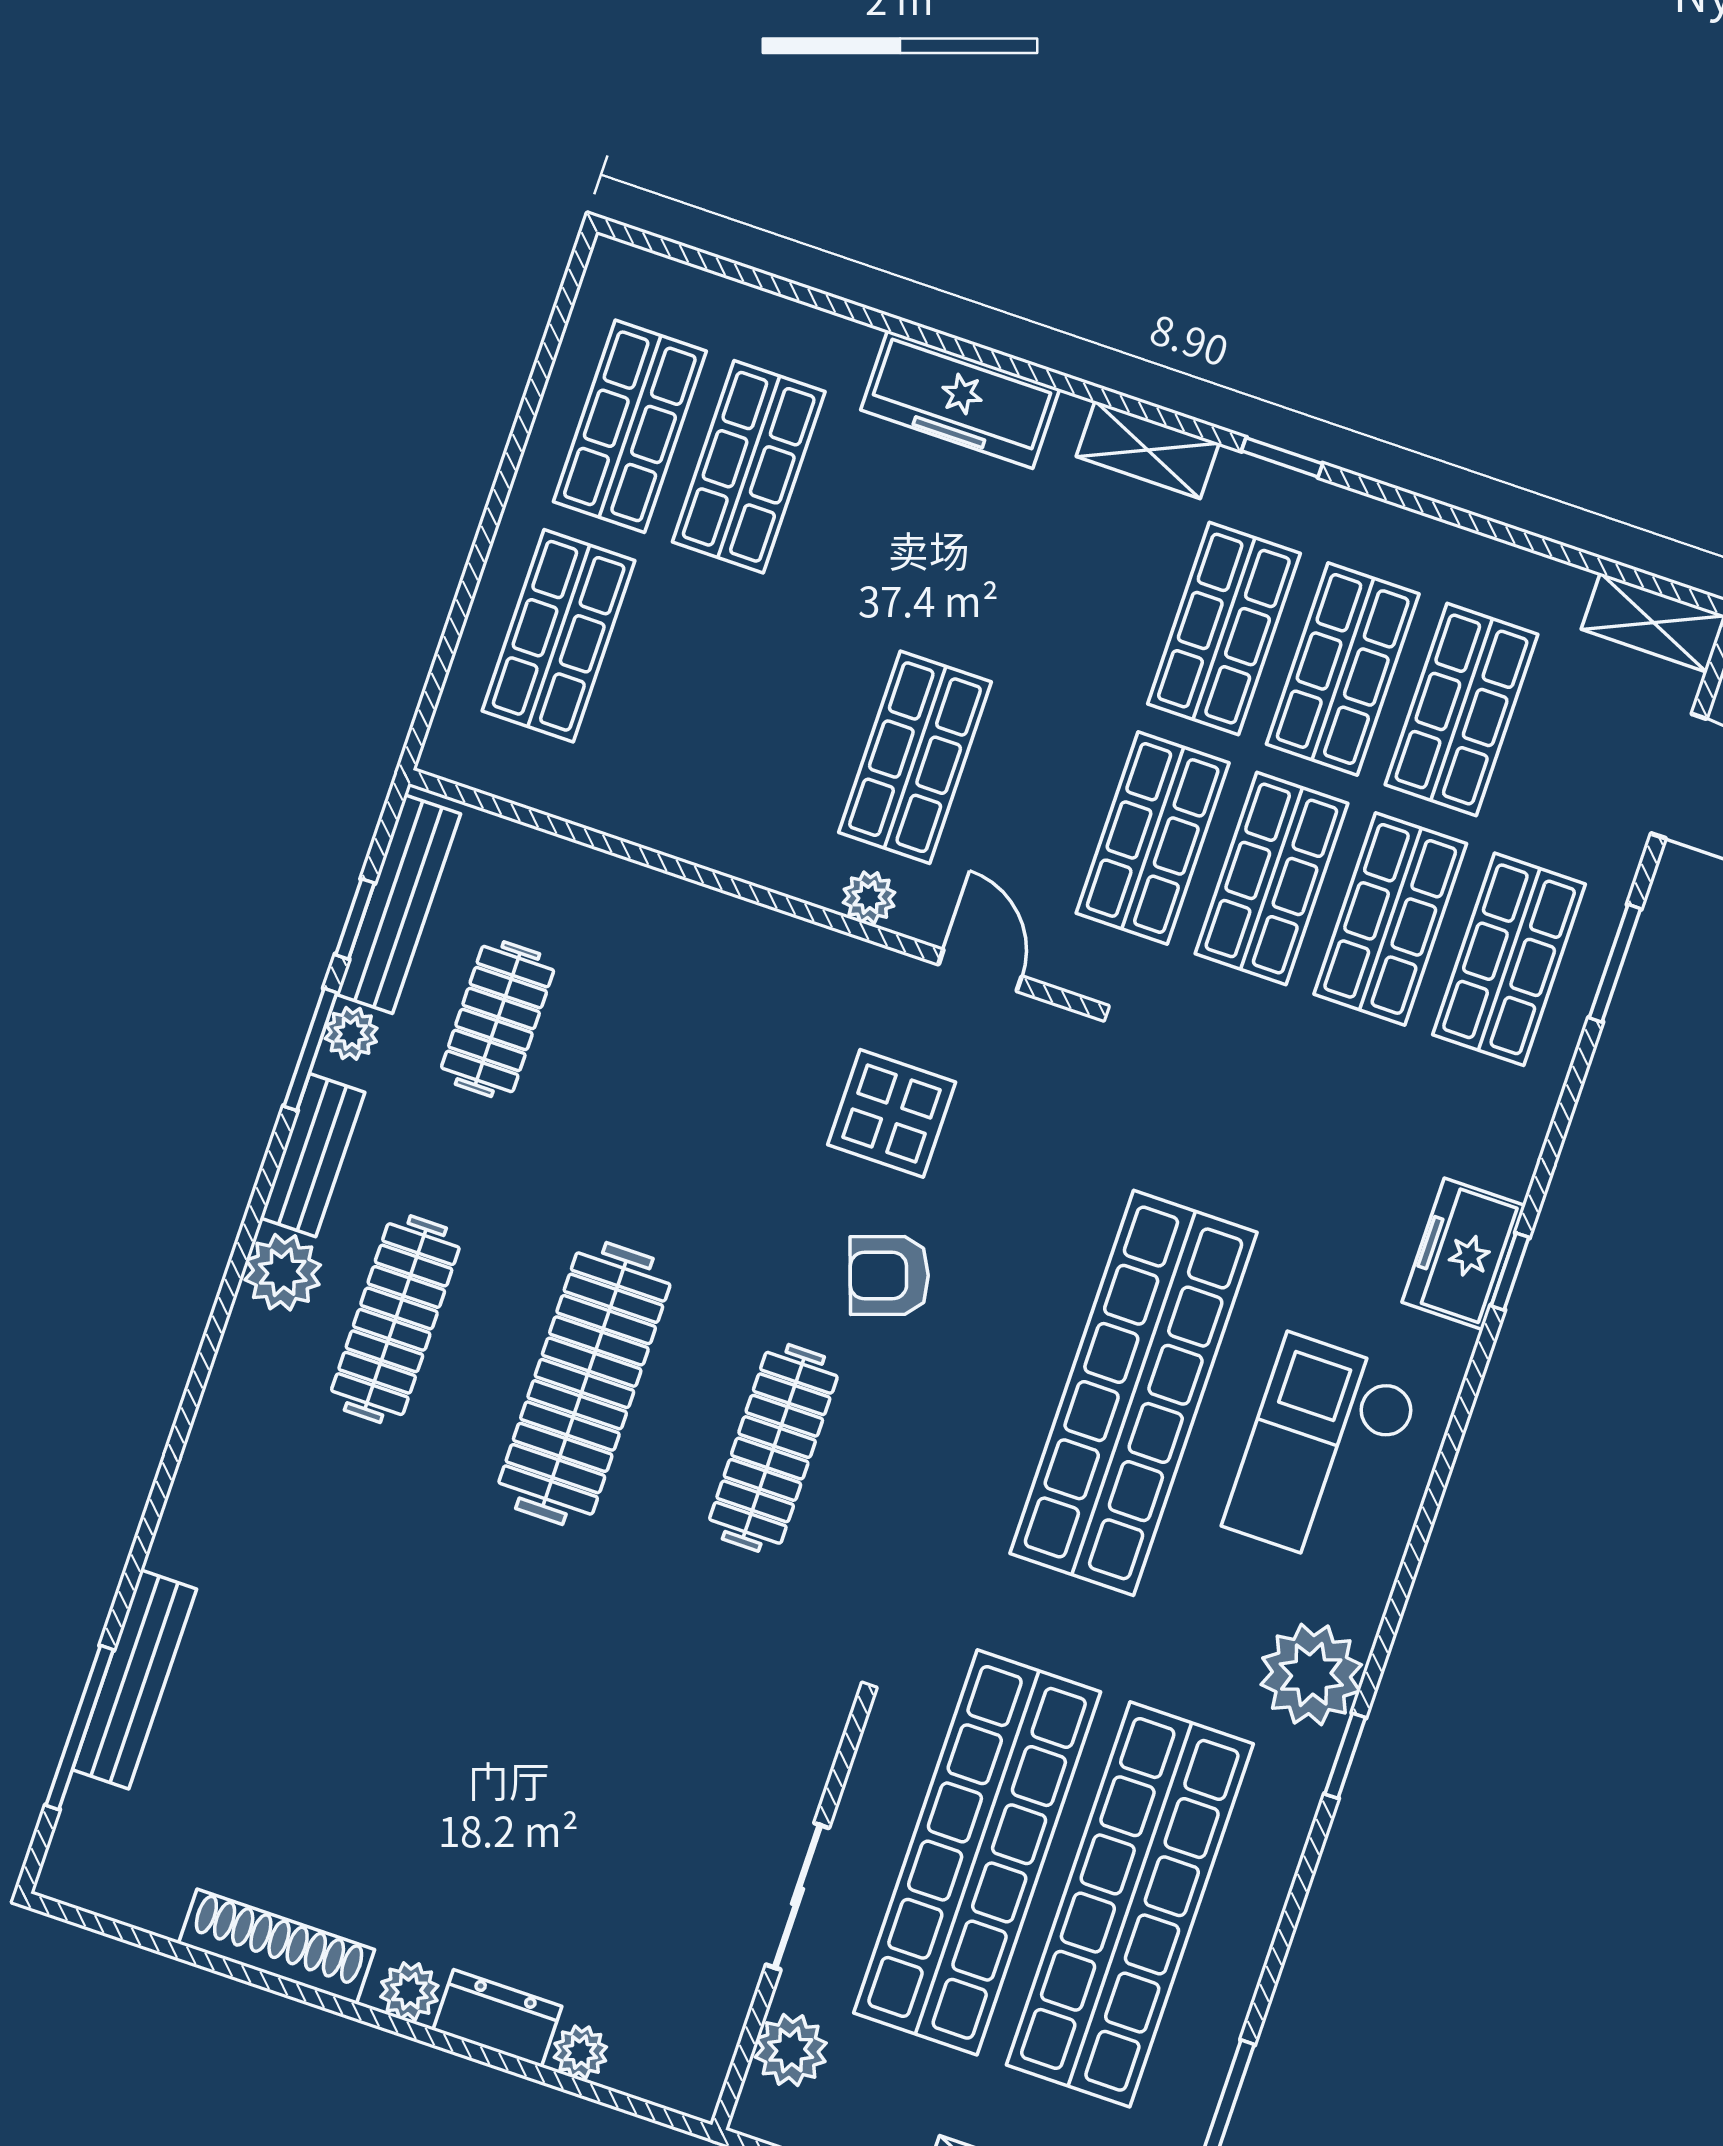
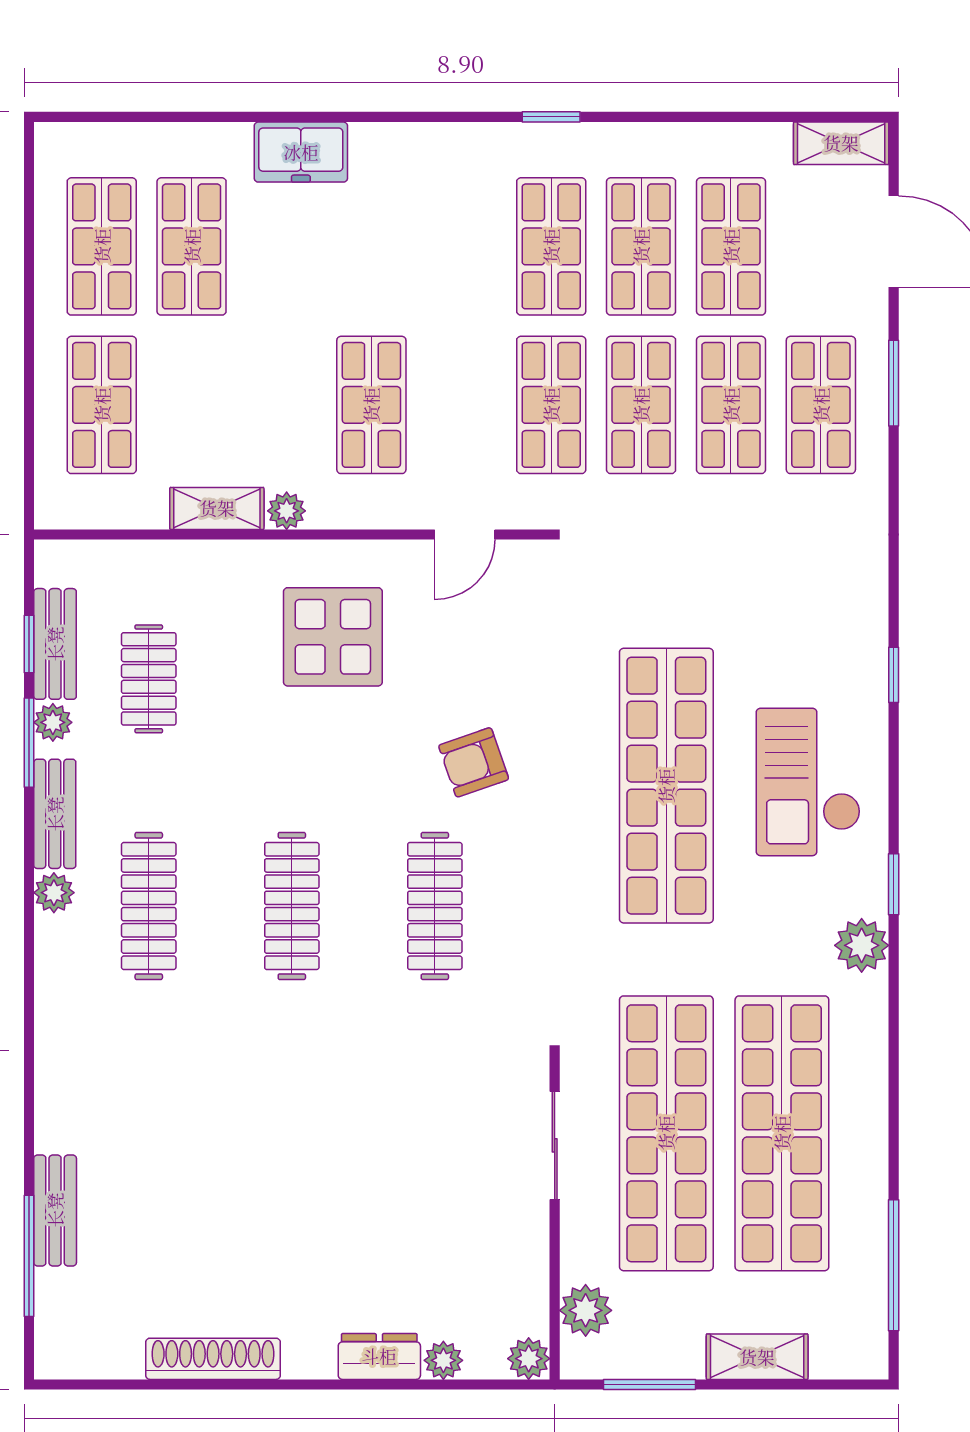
freezer: (960, 400) -> (301, 152), width x0.71
shelving: (1148, 450) -> (217, 508), moved
plant: (869, 898) -> (287, 511), moved
bench: (398, 904) -> (55, 644), width x0.73
door: (980, 970) -> (465, 535), swing flipped
display table: (892, 1113) -> (333, 637), moved, width x1.36, depth x1.36
freezer: (1464, 1254) -> (858, 615), removed
plant: (283, 1272) -> (54, 893), width x0.73, depth x0.73
window: (1510, 1272) -> (894, 675), moved
clothes rail: (584, 1383) -> (292, 906), width x0.73, depth x0.76
plant: (1311, 1675) -> (862, 945), width x0.73, depth x0.73
bench: (135, 1679) -> (55, 1210), width x0.73
window: (1345, 1756) -> (894, 884), moved
sliding door: (797, 1896) -> (555, 1145), moved
plant: (409, 1991) -> (529, 1359), moved

